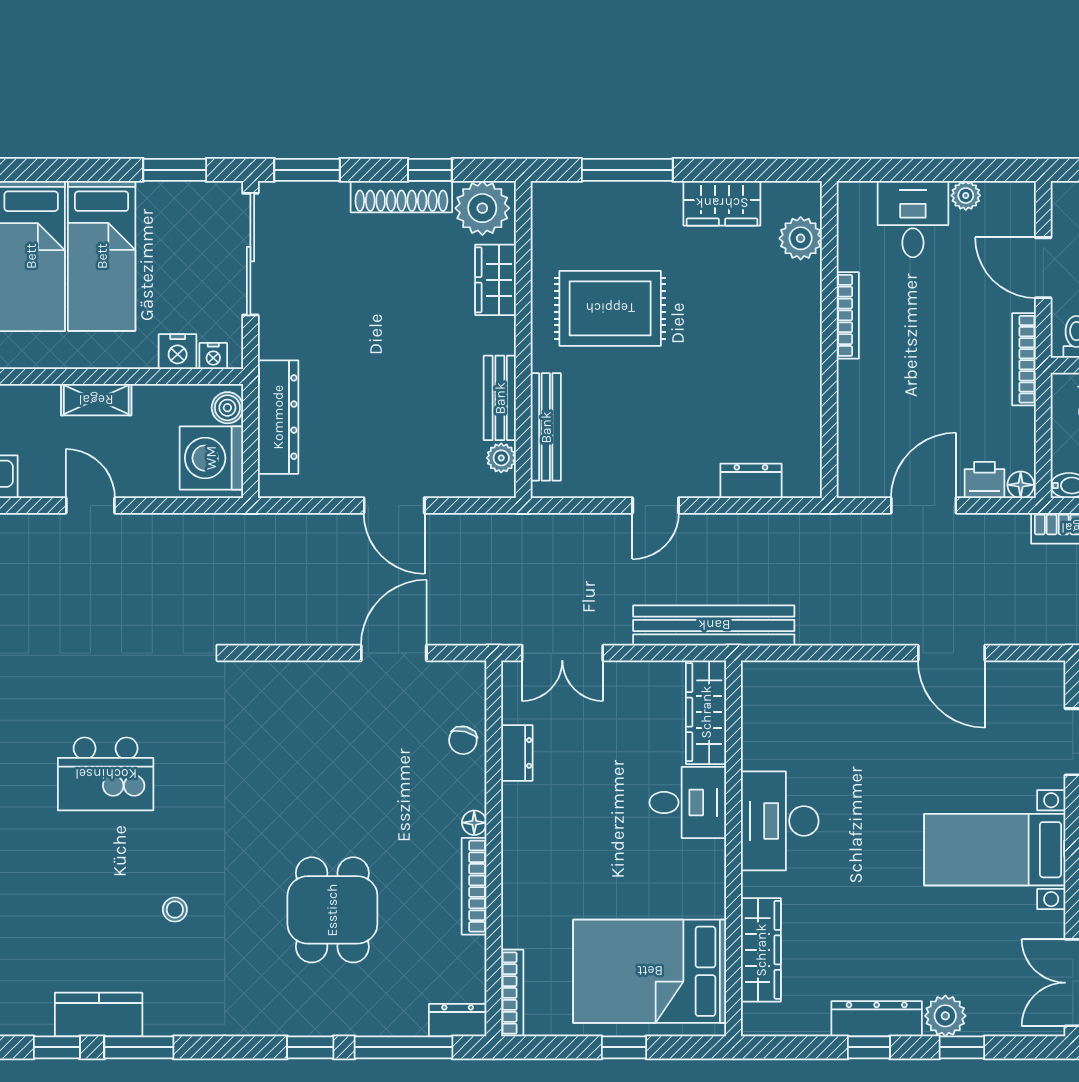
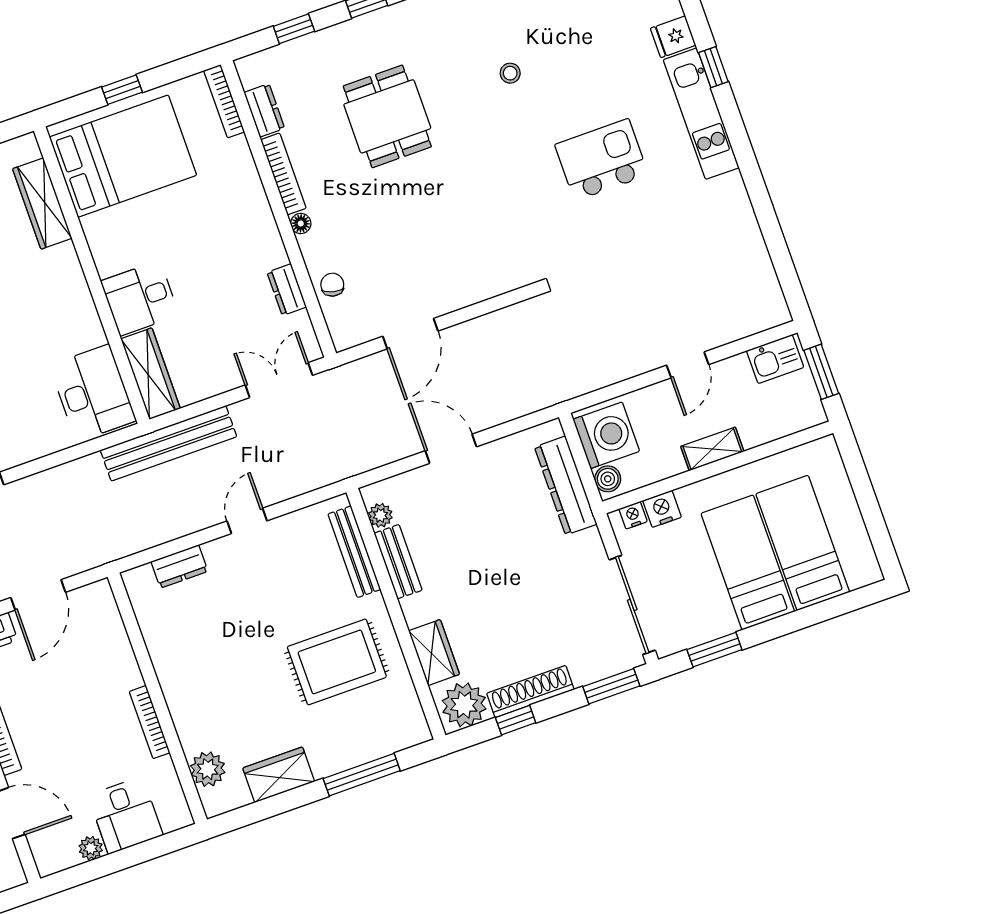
door: (90, 505) -> (688, 365), hinge flipped
desk: (780, 821) -> (93, 393), moved
dresser: (458, 1020) -> (264, 110), moved, turned -90
window: (403, 1047) -> (294, 29), width x0.46

